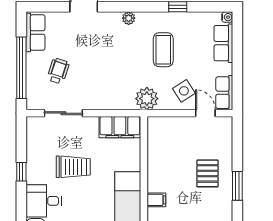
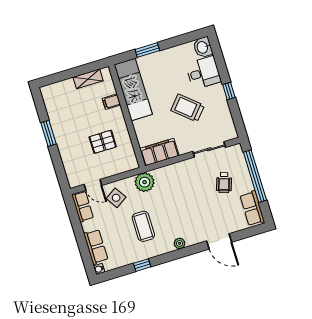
trolley: (73, 167) -> (188, 108), turned 41
pallet: (207, 173) -> (103, 142), moved, turned 90

